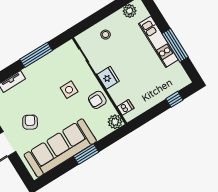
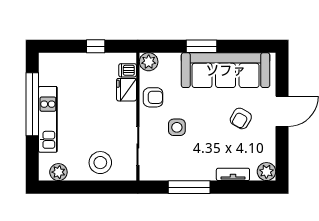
stool: (106, 35) -> (100, 163), width x1.89, depth x1.89
window: (175, 45) -> (32, 104), width x1.46
fridge: (108, 78) -> (126, 90), moved
window: (174, 99) -> (96, 46), moved

